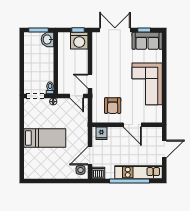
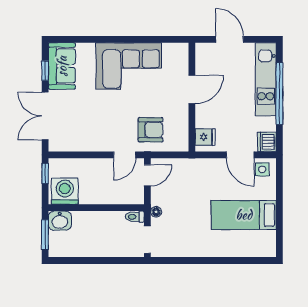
washing machine: (79, 41) -> (65, 191), moved, turned -90
armchair: (113, 106) -> (151, 130), moved
bed: (45, 138) -> (244, 215), moved, turned -90

